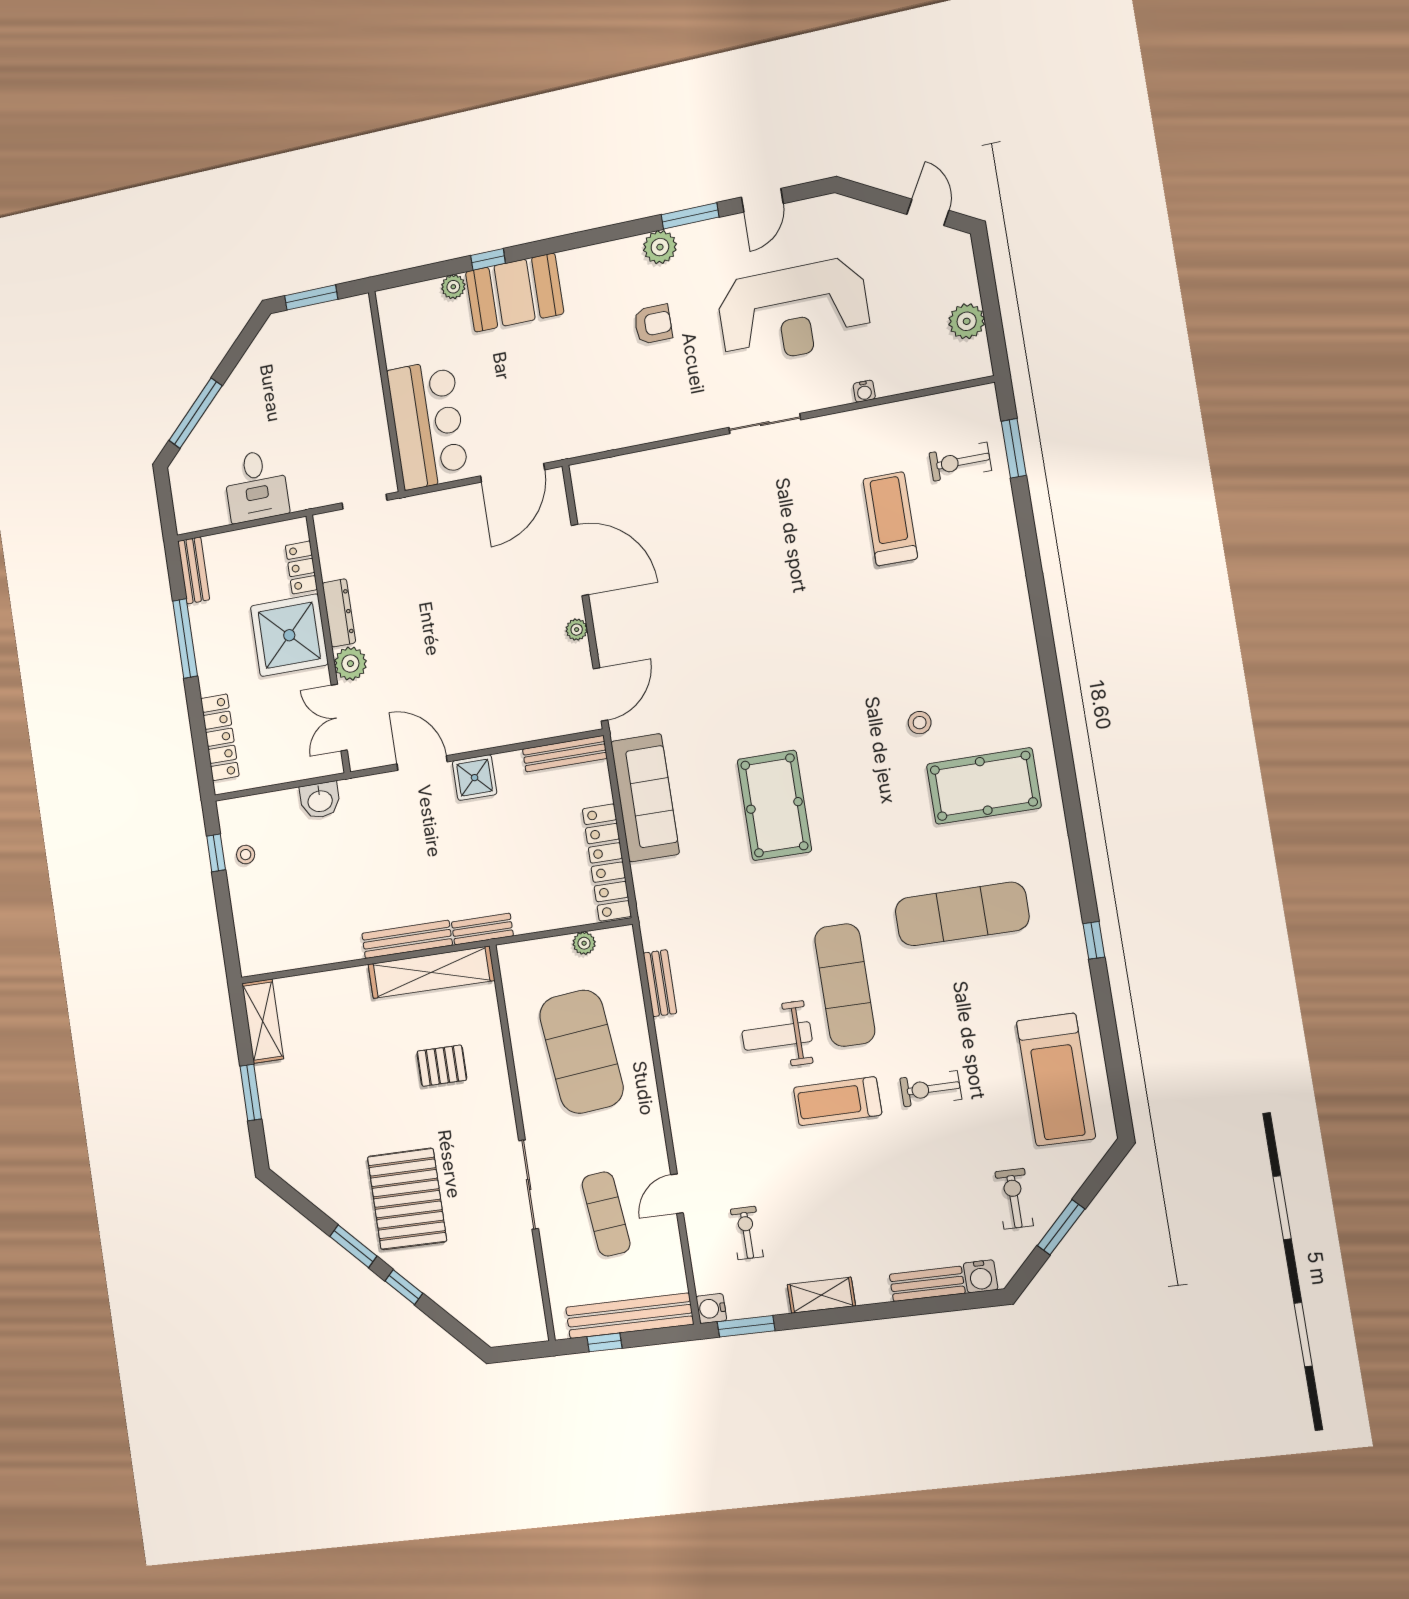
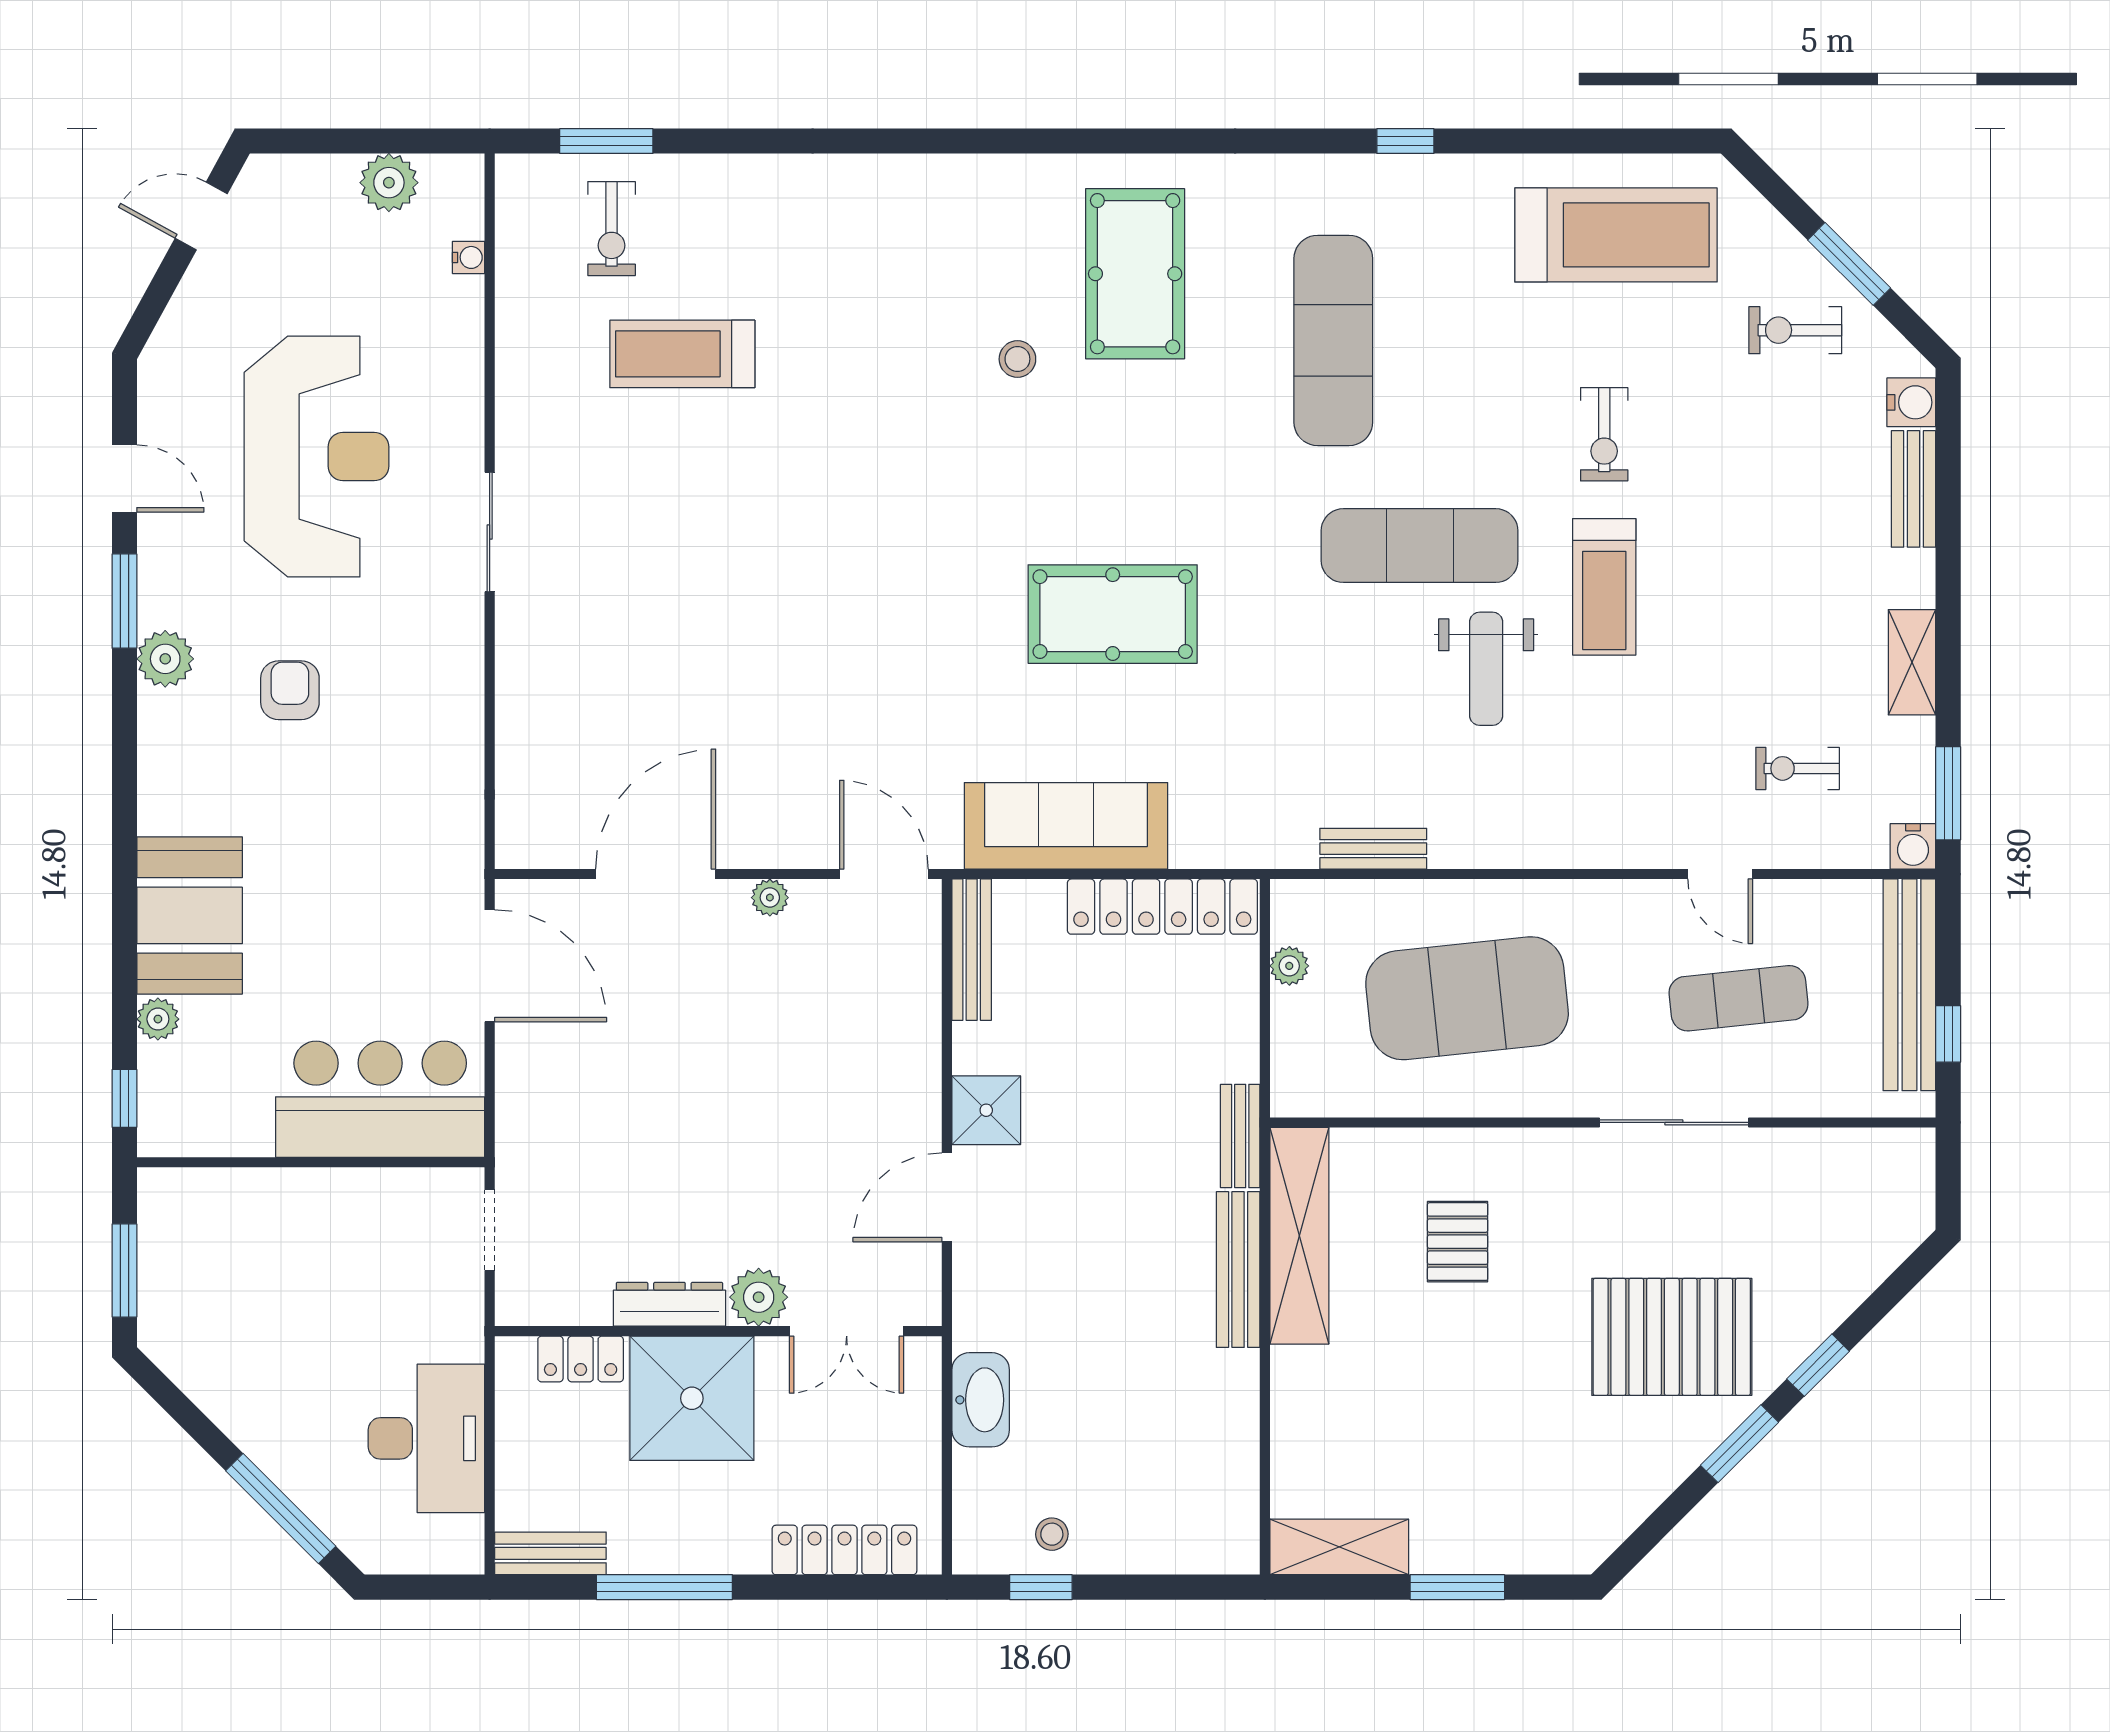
window: (488, 259) -> (124, 1098), moved
water cooler: (864, 391) -> (469, 257), moved
desk: (256, 486) -> (426, 1438), width x1.37
washbasin: (320, 800) -> (981, 1400), width x1.38

